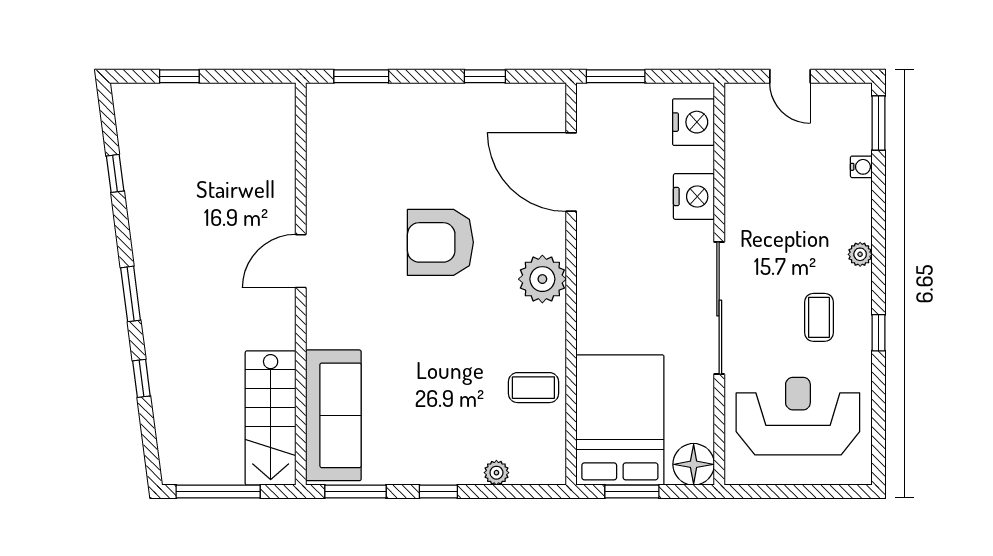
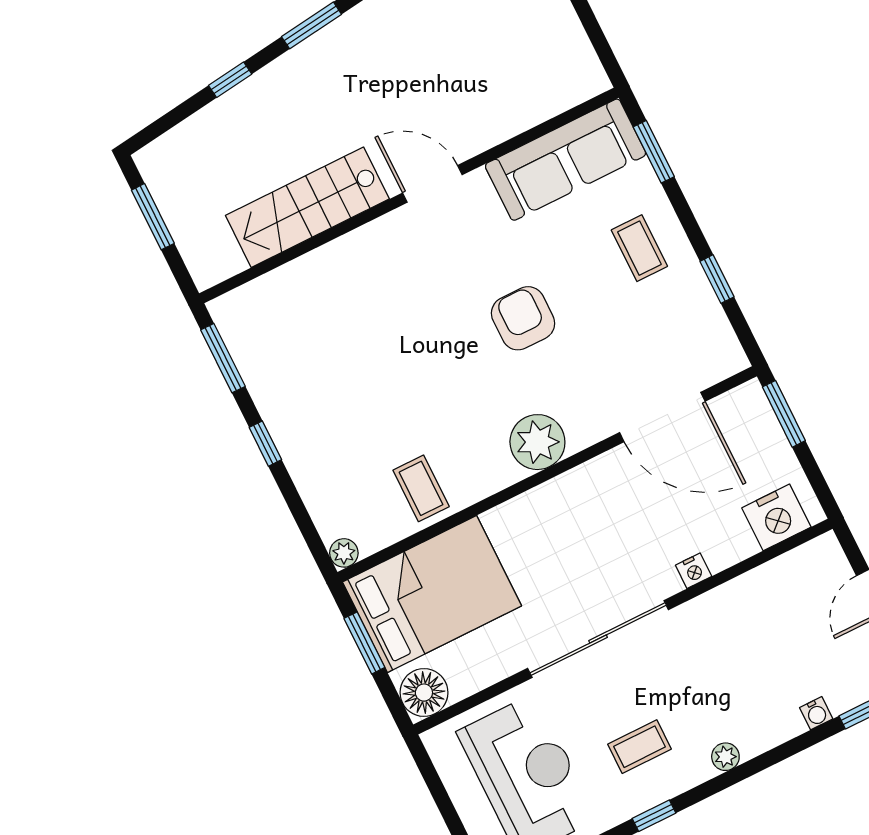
coffee table: (431, 125) -> (639, 248), added
door: (571, 172) -> (662, 417), swing flipped
nightstand: (694, 196) -> (694, 571), width x0.53, depth x0.56
armchair: (440, 242) -> (523, 318), width x0.73, depth x0.73
sofa: (333, 415) -> (566, 160), moved
stairs: (271, 418) -> (307, 207), moved
plant: (496, 473) -> (344, 553), moved
window: (218, 491) -> (153, 217), width x0.69

